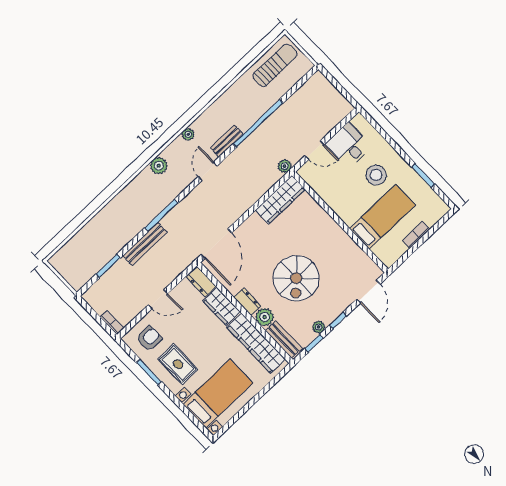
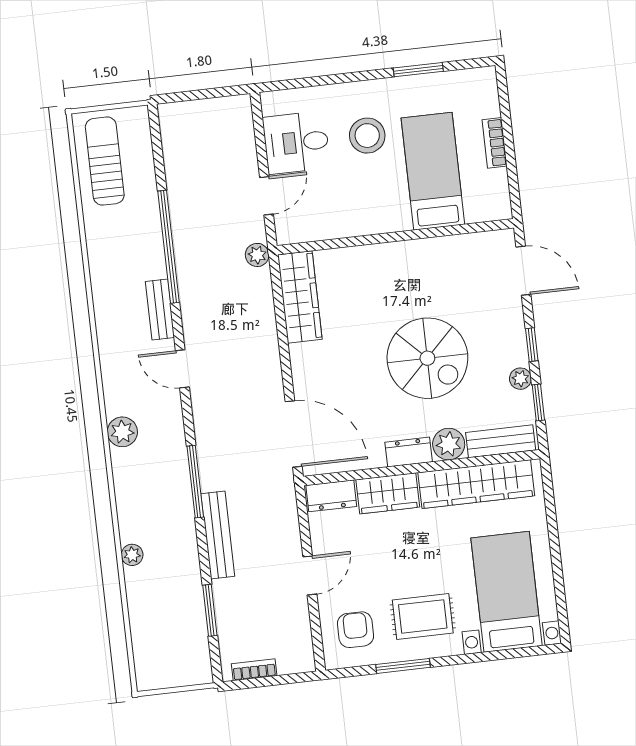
plant: (188, 134) -> (132, 555), moved
bookcase: (112, 323) -> (254, 670), moved

